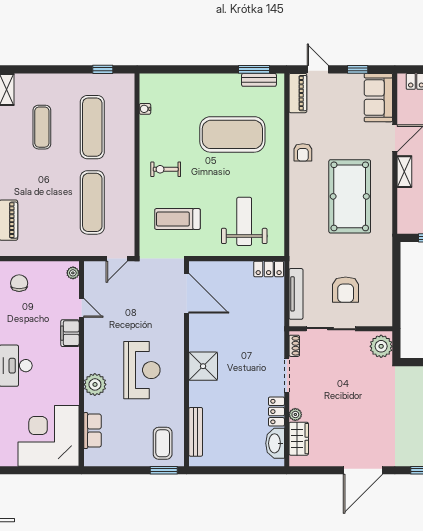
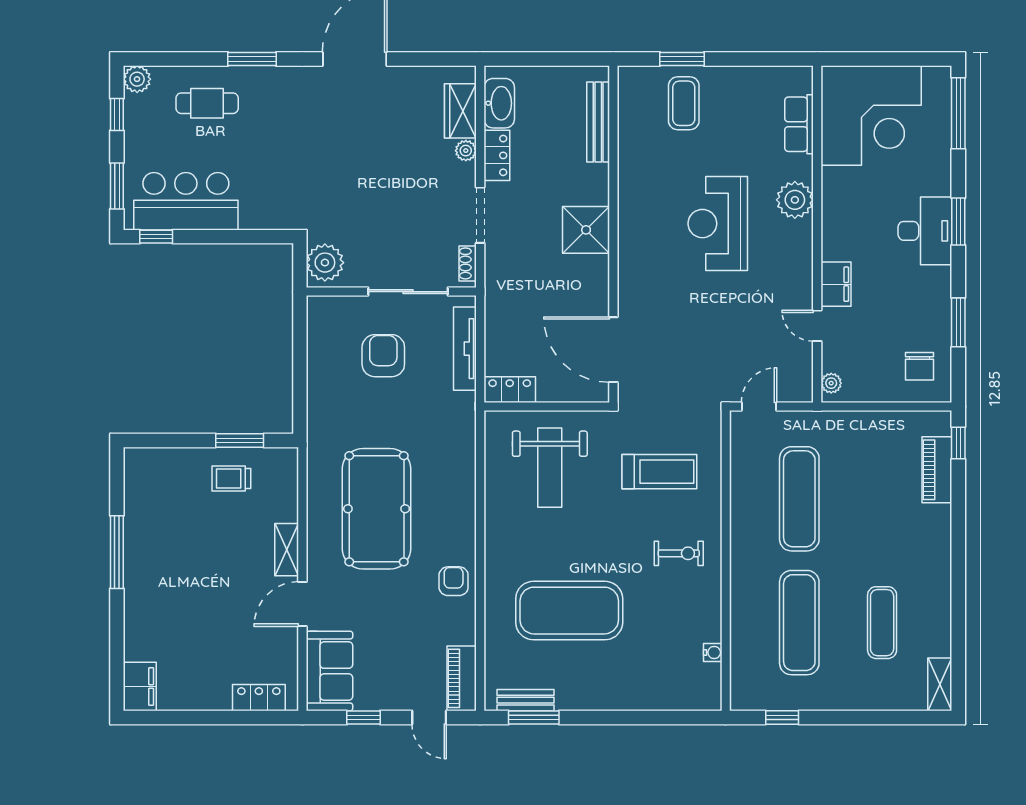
door: (186, 293) -> (613, 350), moved
wall: (186, 364) -> (613, 234), moved
shower: (203, 366) -> (586, 230), moved
bench: (196, 432) -> (598, 122), moved

